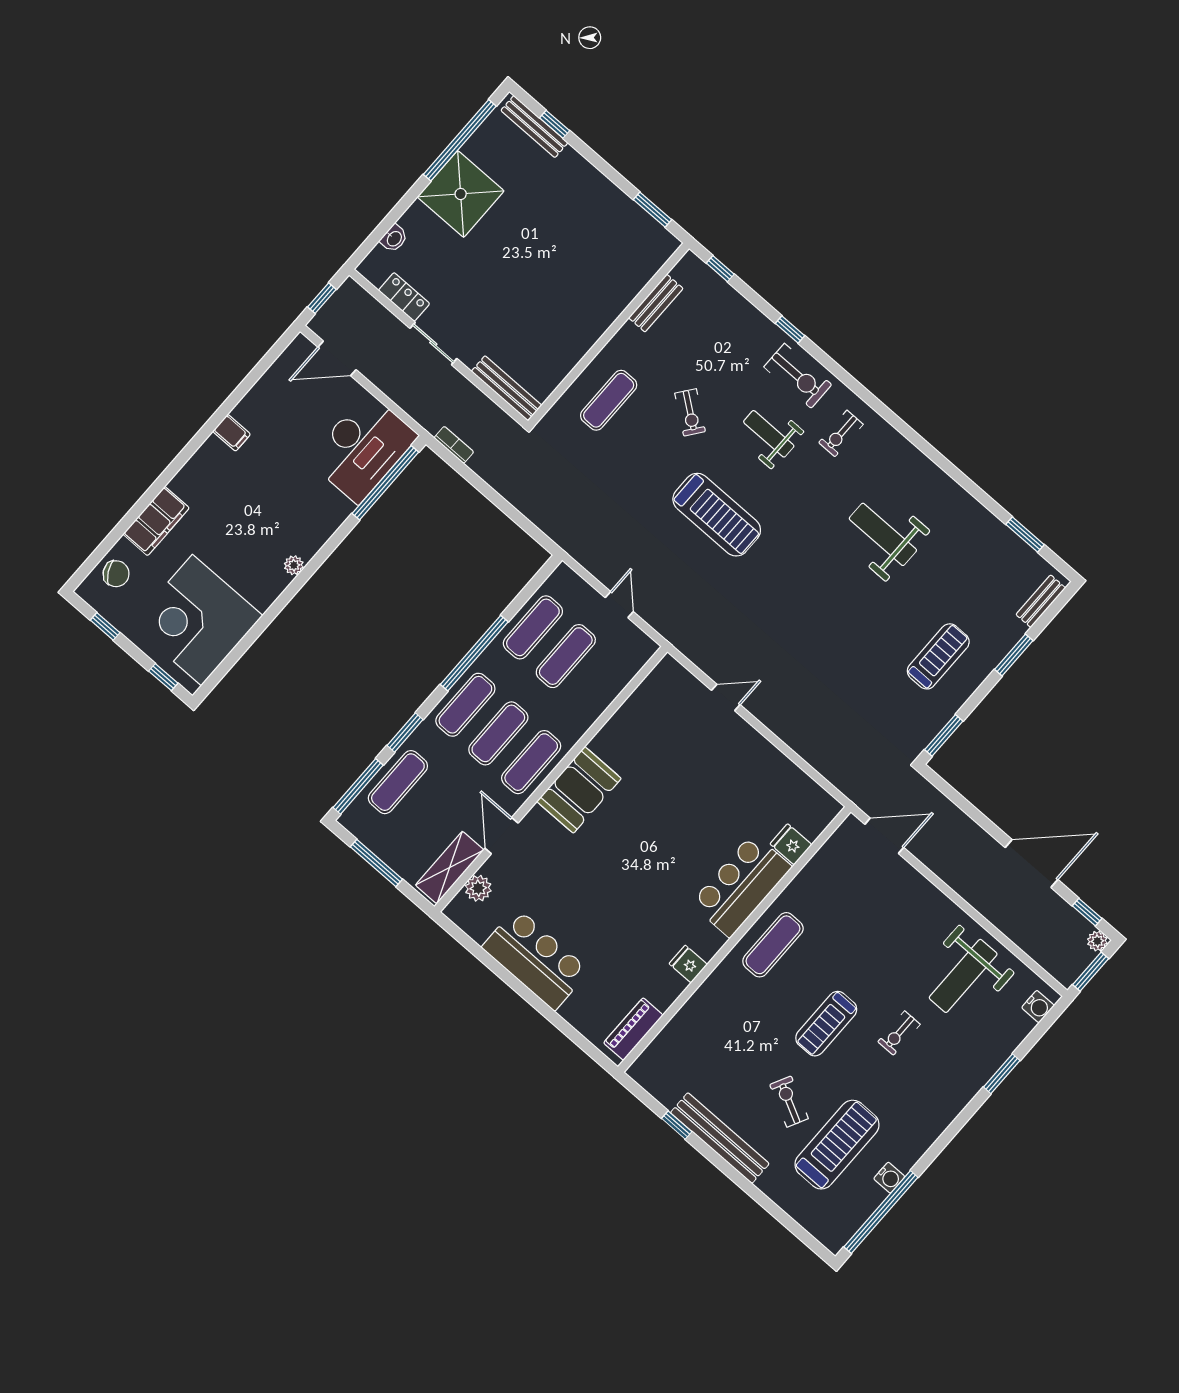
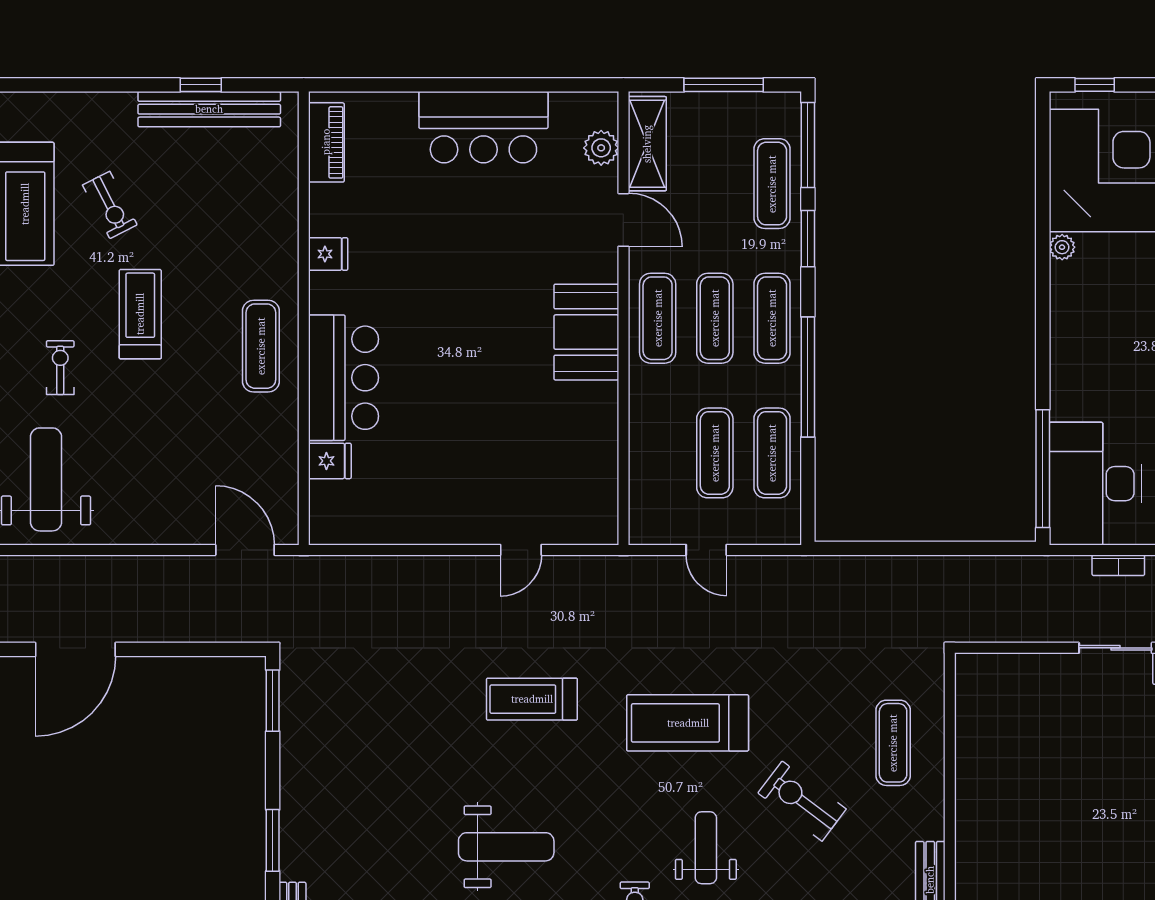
bench: (507, 388) -> (1004, 667), removed
exercise bike: (690, 412) -> (802, 801), width x1.38, depth x1.39
weight bench: (769, 434) -> (706, 848), turned -90
bookcase: (454, 445) -> (1118, 565), moved
plant: (294, 565) -> (1062, 247), moved
treadmill: (938, 656) -> (532, 699), moved, turned 90
door: (884, 836) -> (245, 550), swing flipped
exercise bike: (789, 1102) -> (110, 205), turned 36
bench: (720, 1138) -> (209, 109), moved

